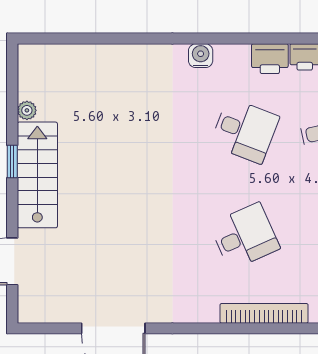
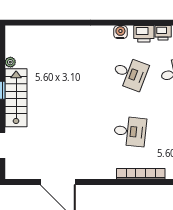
water cooler: (201, 56) -> (120, 32), moved
desk: (245, 236) -> (130, 131), turned 30

